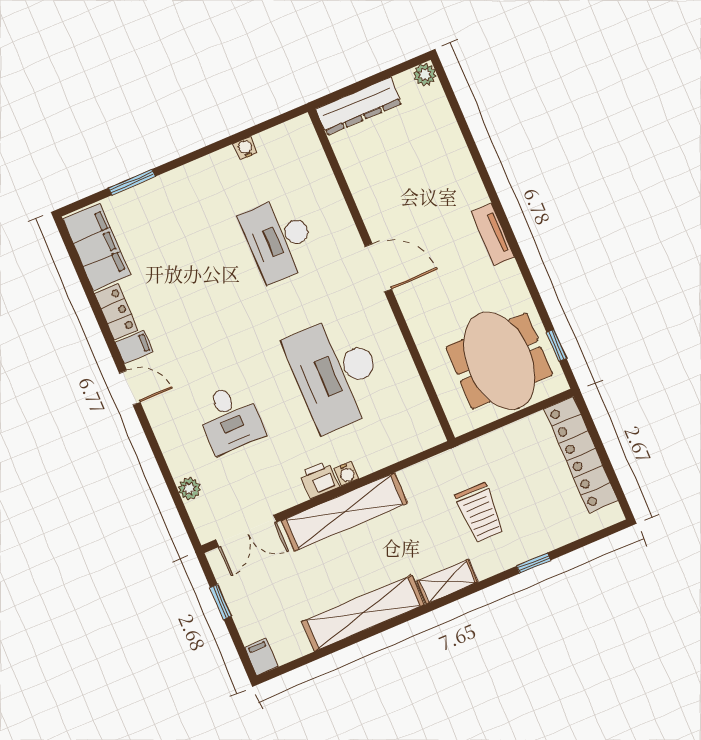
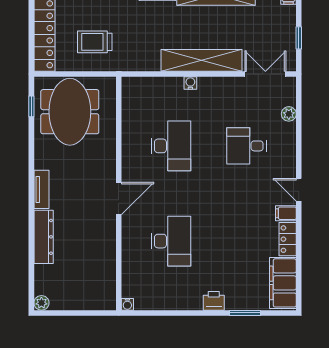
dresser: (359, 106) -> (44, 237), moved, turned 90
water cooler: (246, 148) -> (127, 304), moved
door: (378, 268) -> (119, 199), swing flipped
desk: (336, 373) -> (171, 146), width x0.73, depth x0.77
desk: (230, 418) -> (246, 146), turned -90
printer: (319, 480) -> (214, 301), moved, turned 180
trolley: (480, 513) -> (95, 42), moved, turned -90

